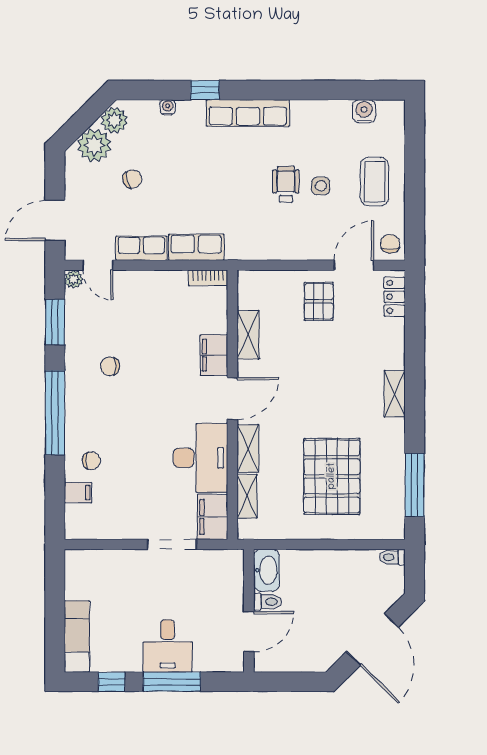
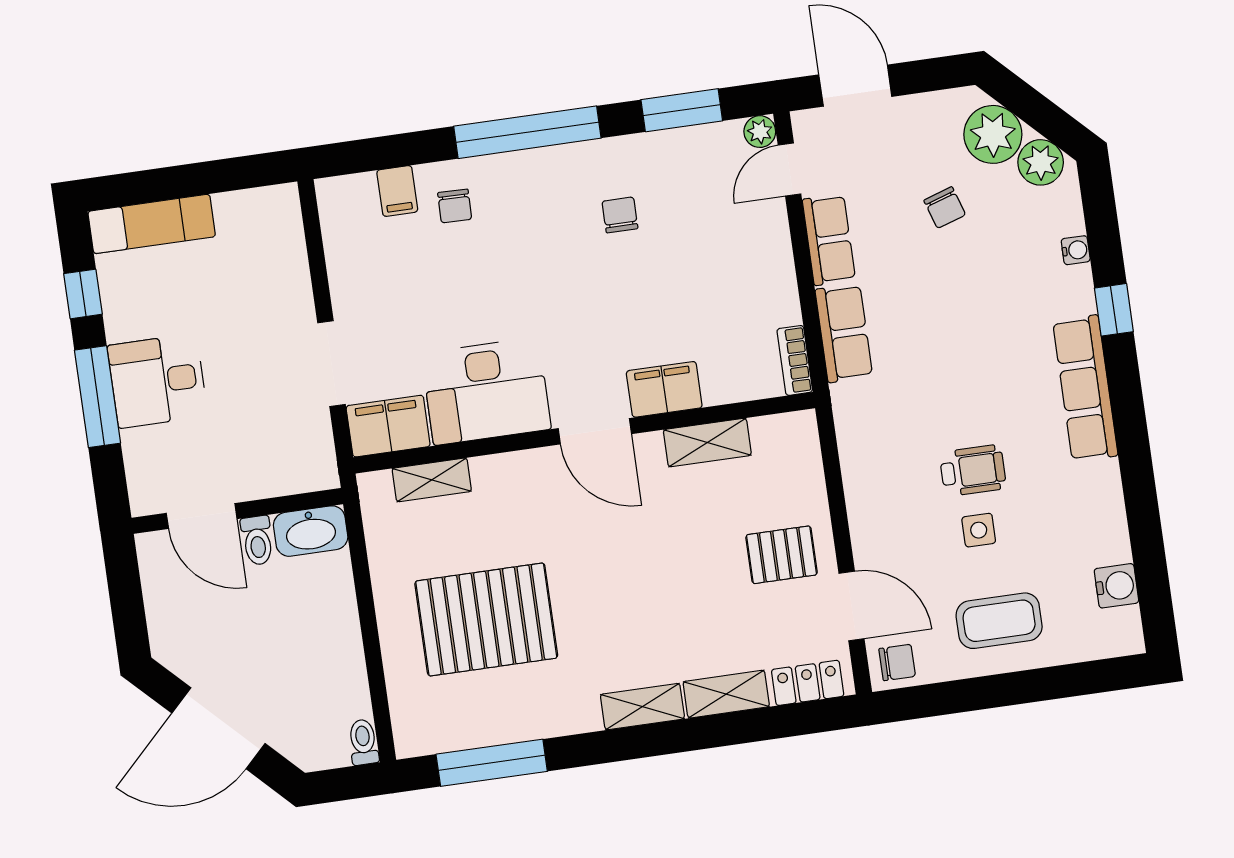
shelving: (248, 448) -> (726, 694), moved

